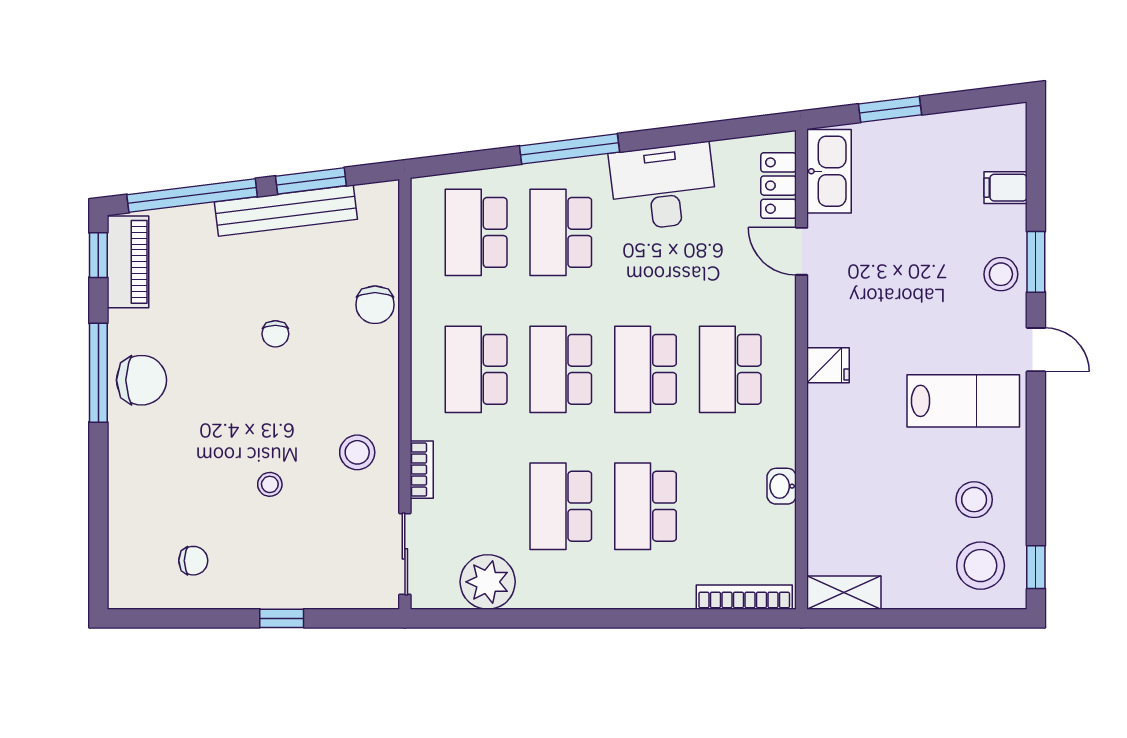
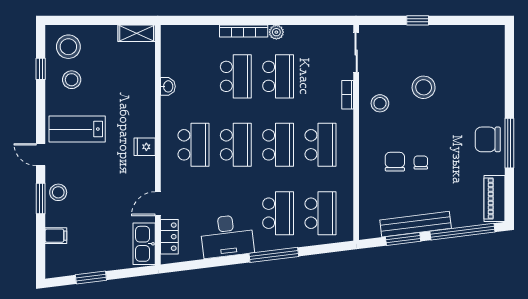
window: (890, 109) -> (91, 278), moved
door: (802, 251) -> (158, 204), swing flipped
window: (98, 255) -> (509, 202), removed
chair: (375, 305) -> (395, 162), moved
stool: (270, 484) -> (424, 87), width x1.89, depth x1.89
chair: (193, 561) -> (462, 49), removed
window: (1036, 567) -> (41, 69), moved
plant: (488, 582) -> (276, 32), moved, width x0.53, depth x0.53
bookcase: (744, 597) -> (244, 31), moved

